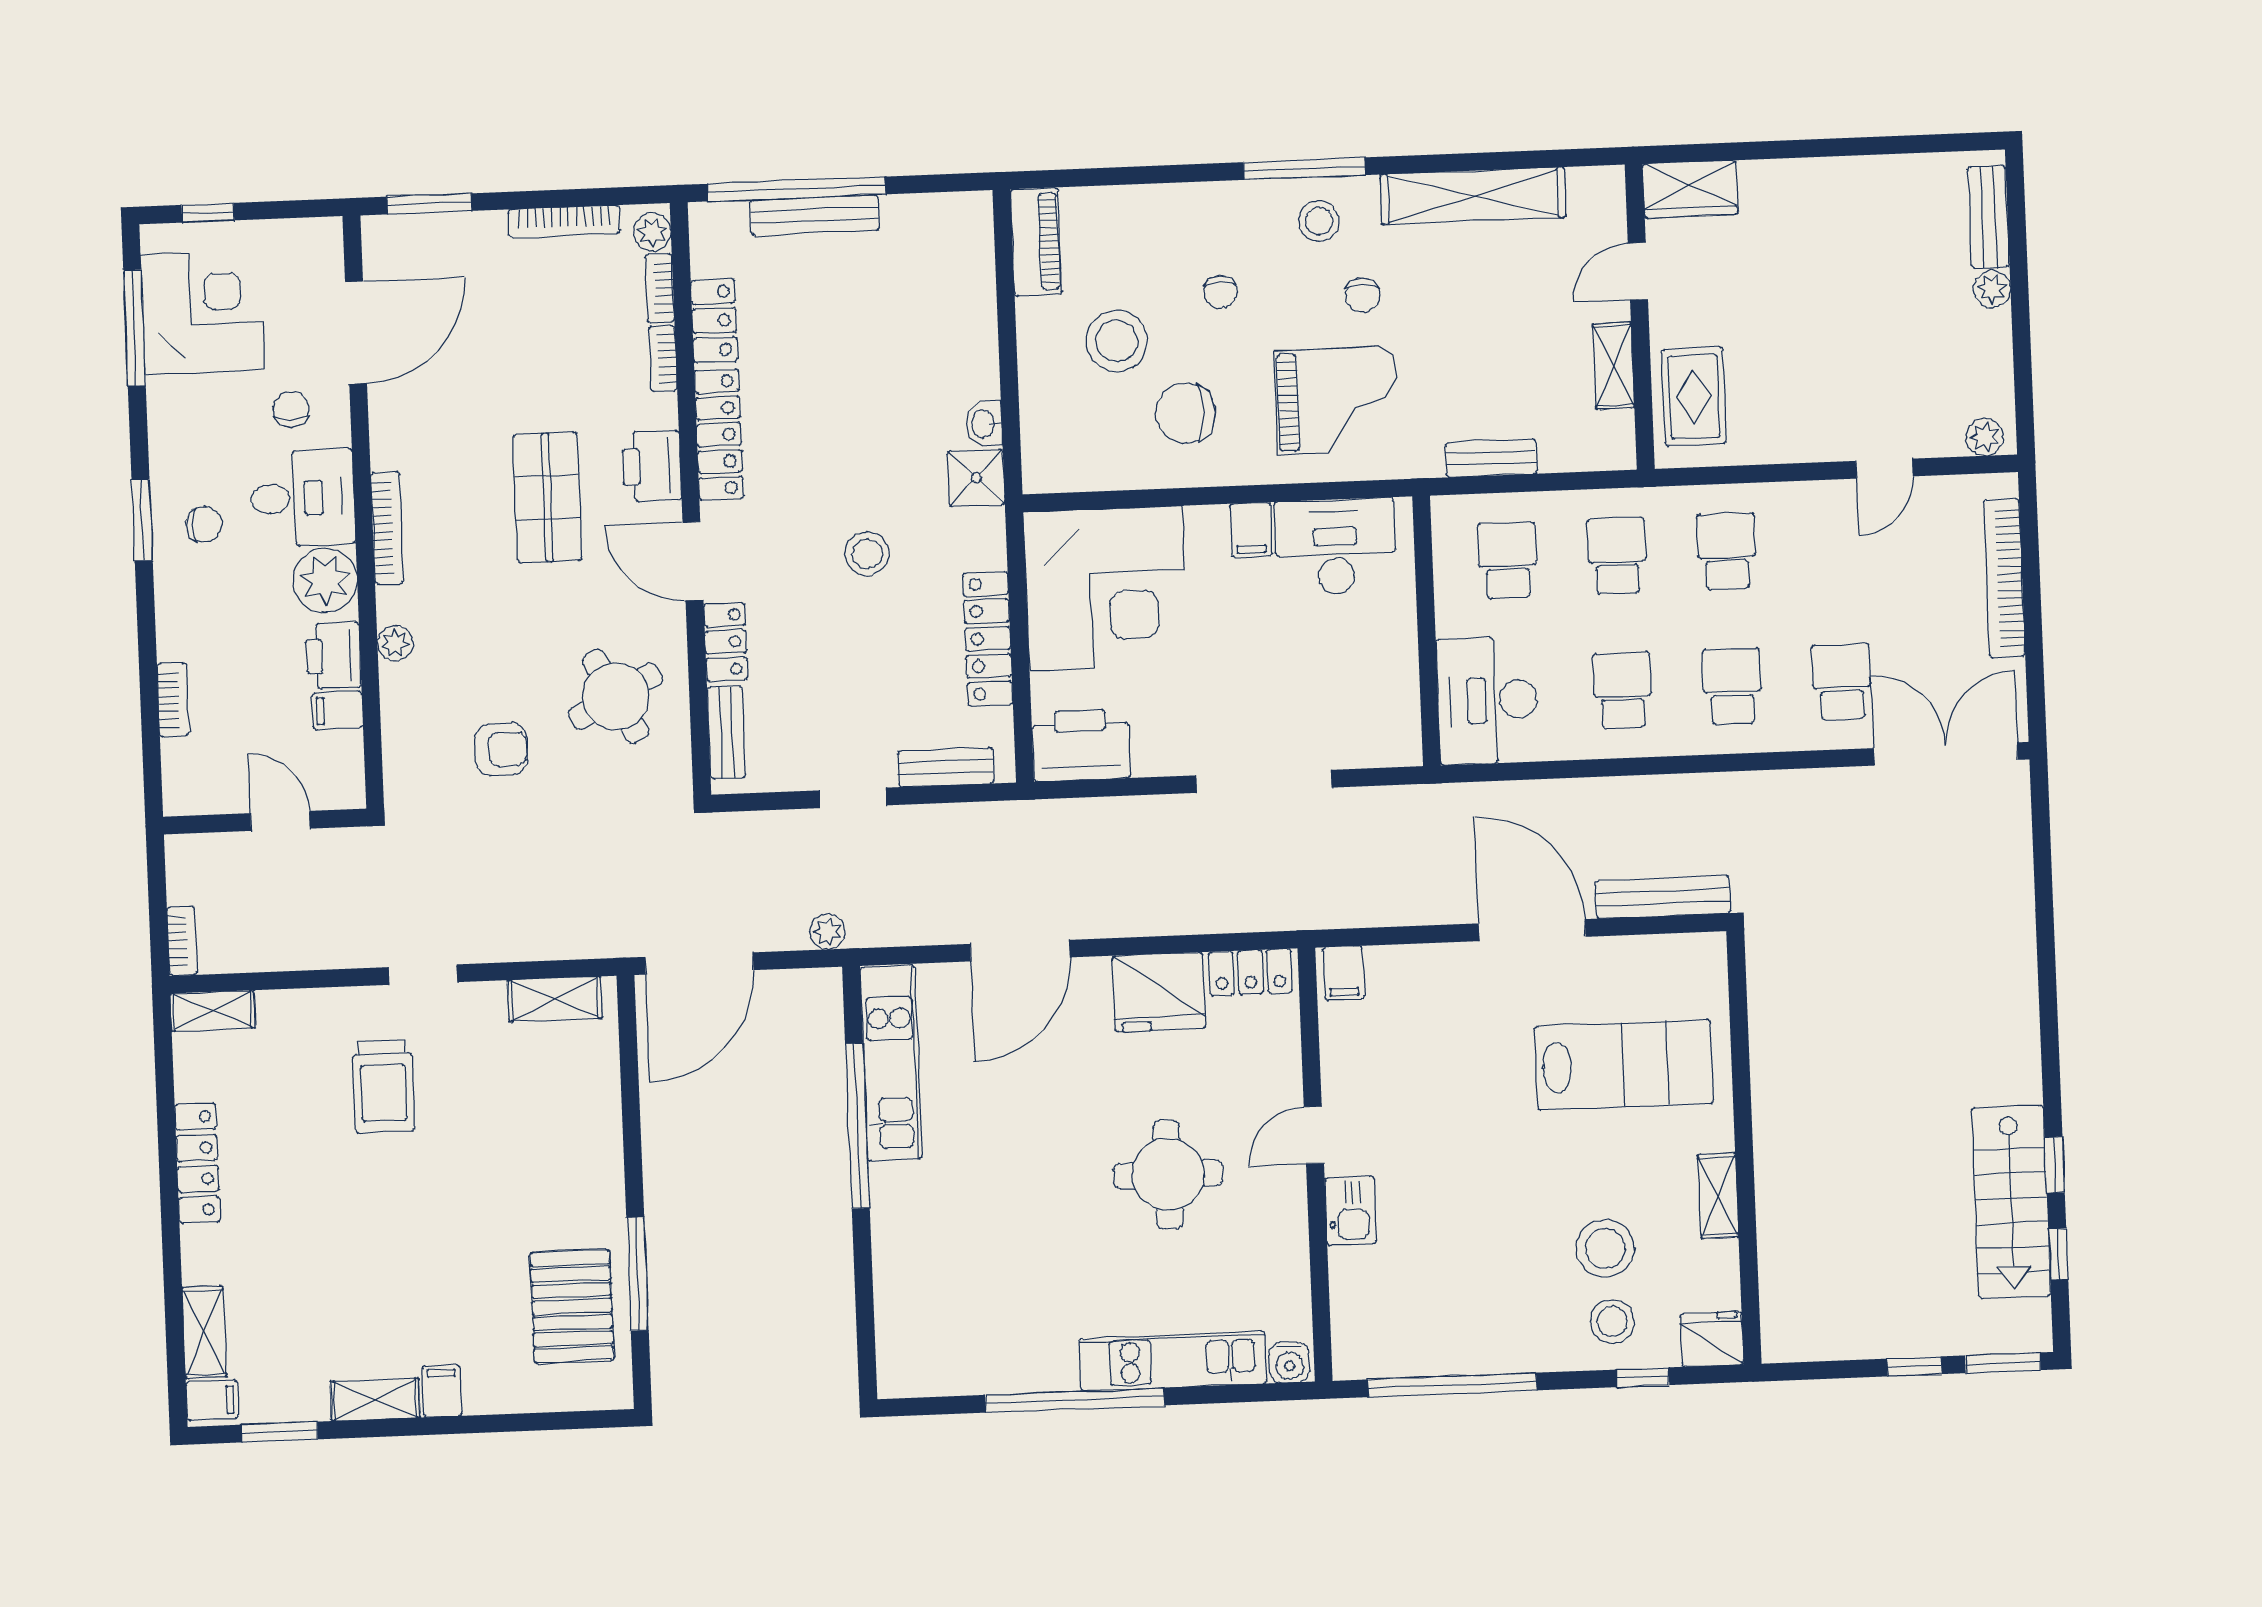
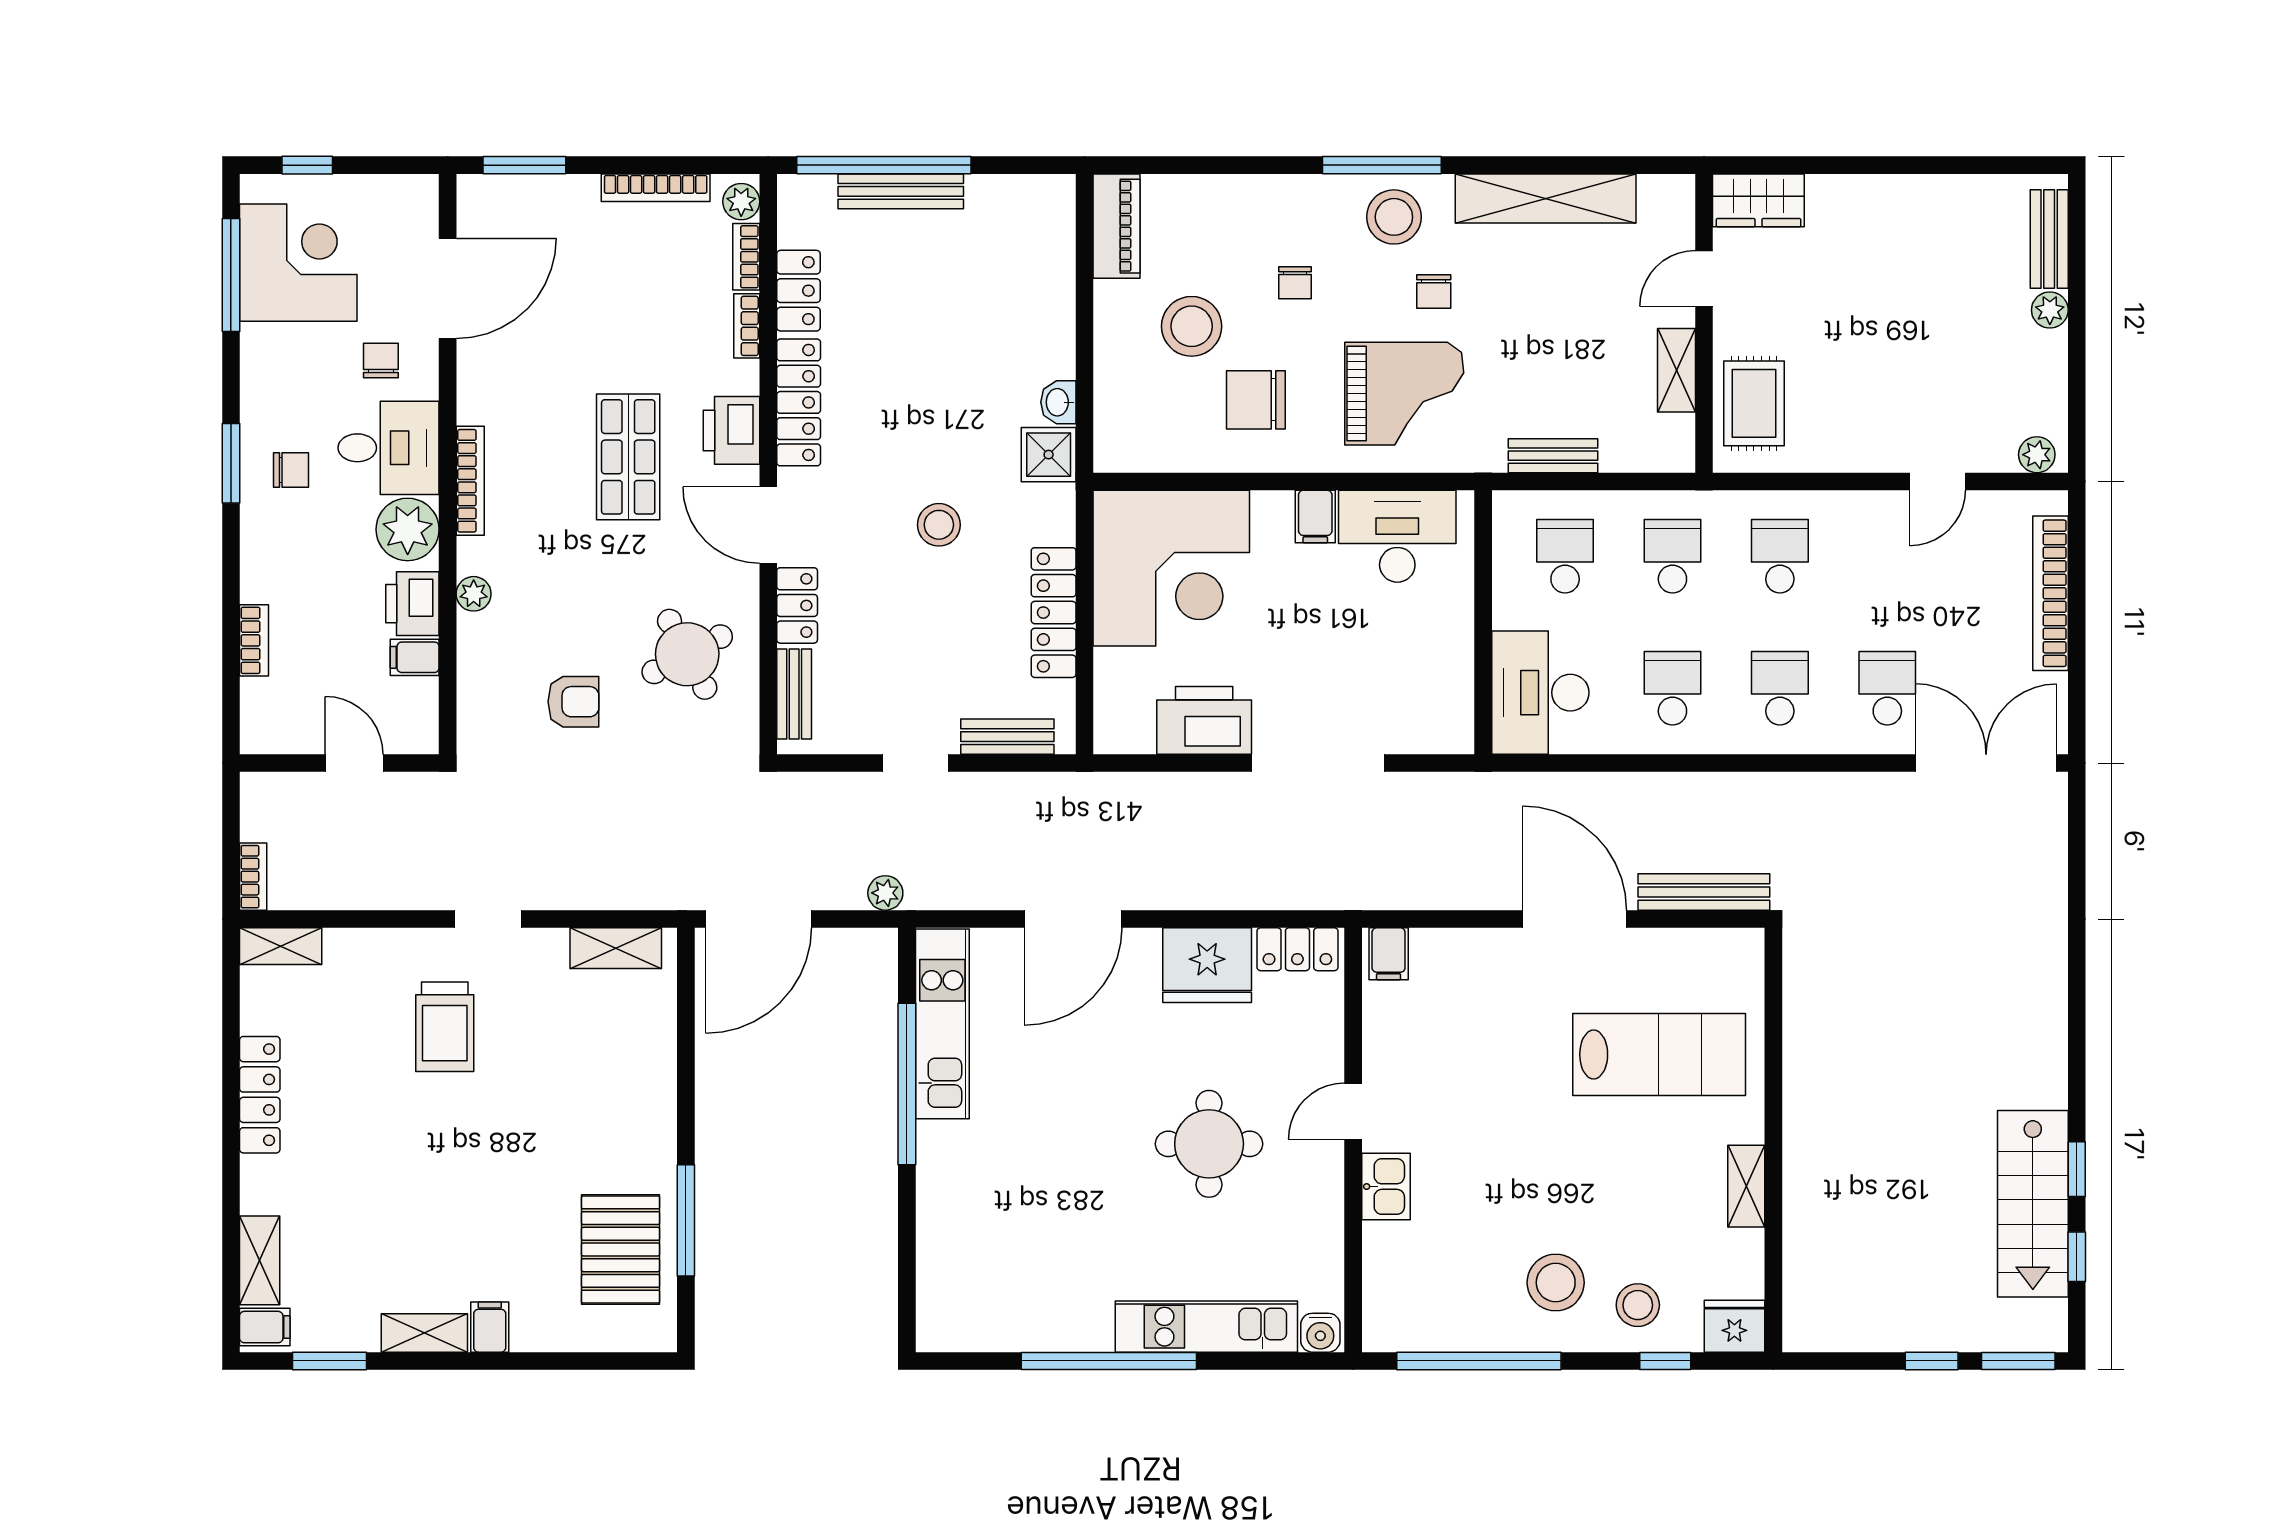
stool: (1319, 221) -> (1394, 217), width x1.38, depth x1.38
printer: (1081, 745) -> (1204, 720), moved
stool: (1605, 1249) -> (1556, 1283), moved

